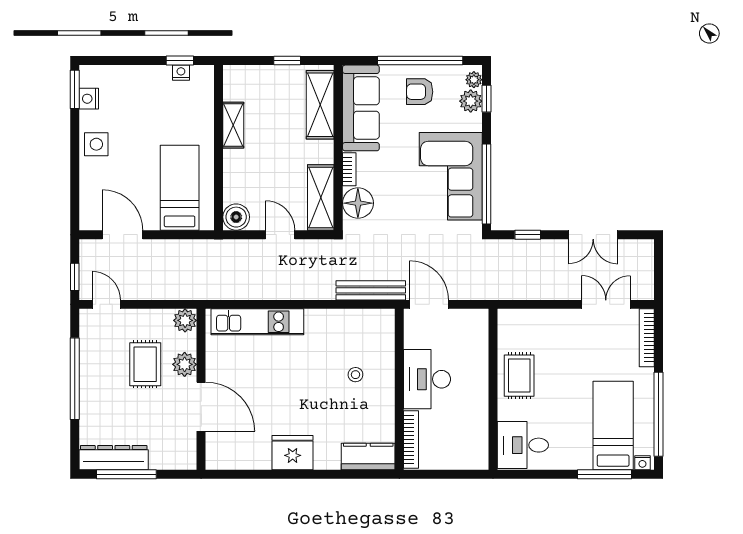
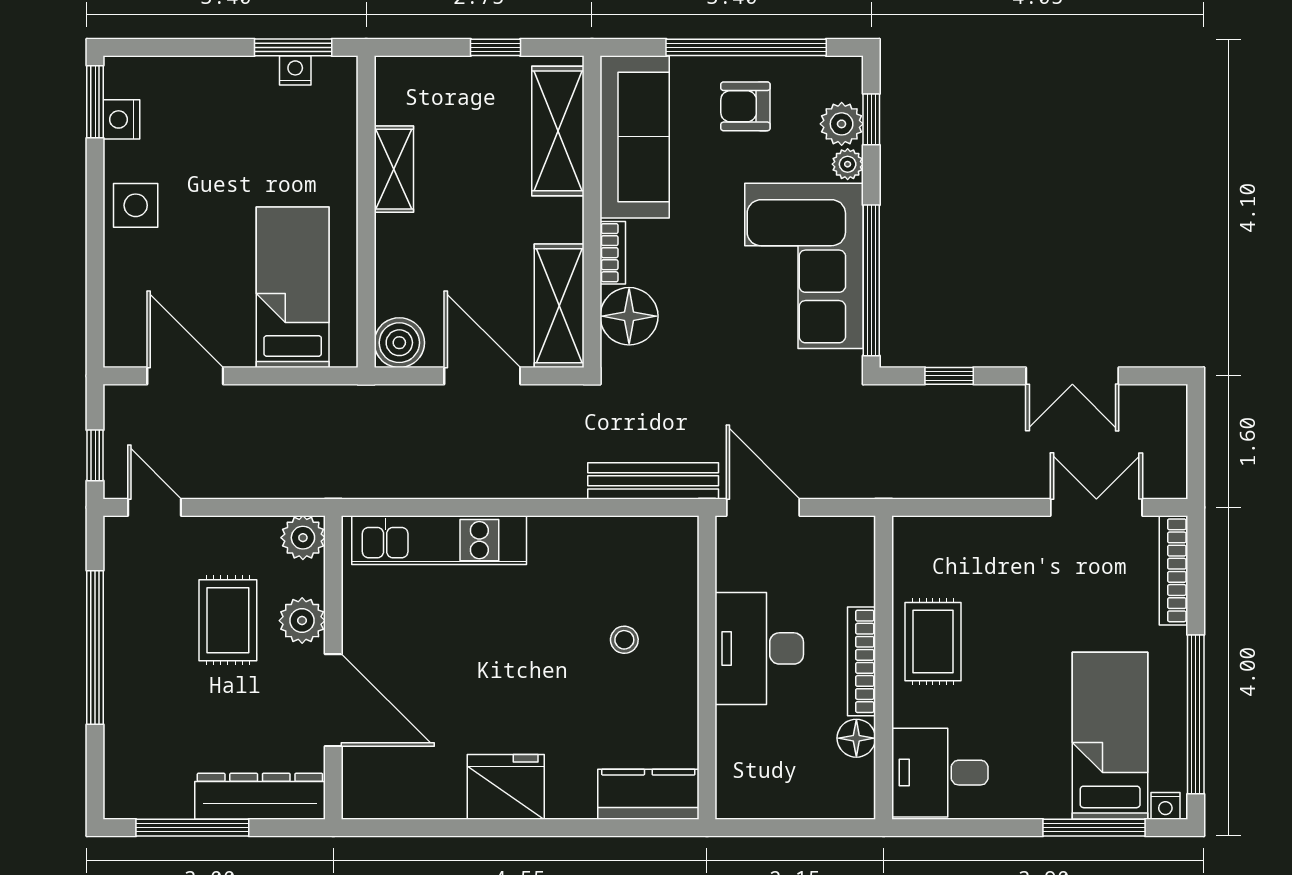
window: (180, 60) -> (293, 47), width x1.50
plant: (474, 80) -> (848, 164), moved
door: (280, 235) -> (482, 376), width x1.38
floor lamp: (478, 427) -> (856, 738), added
bookcase: (411, 440) -> (861, 661), moved, turned 180
dresser: (114, 458) -> (260, 796), moved

